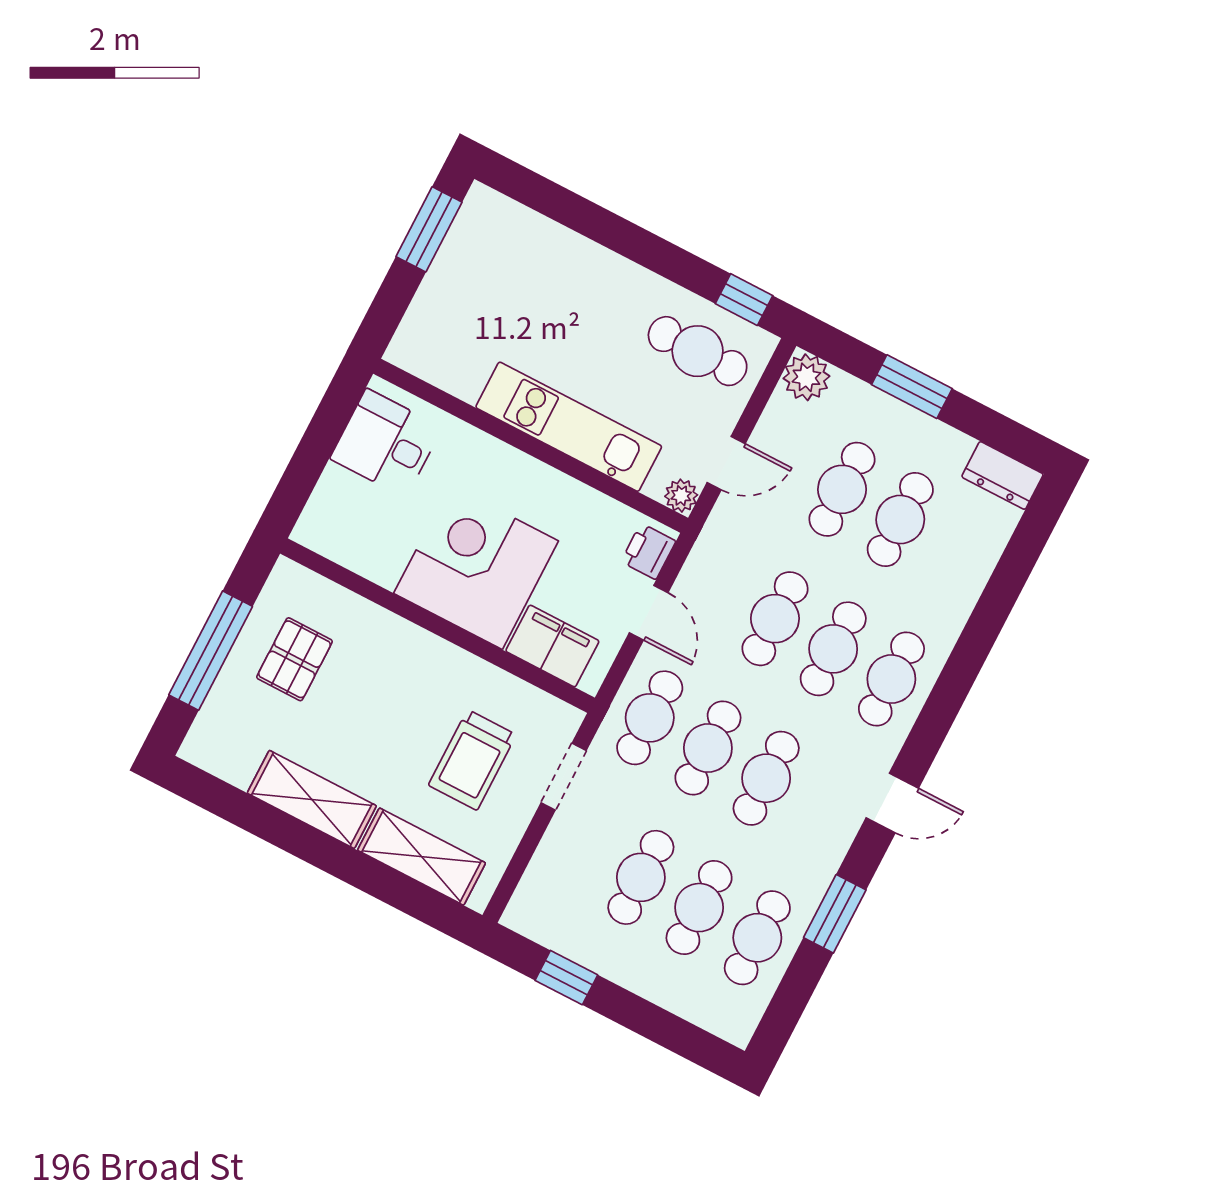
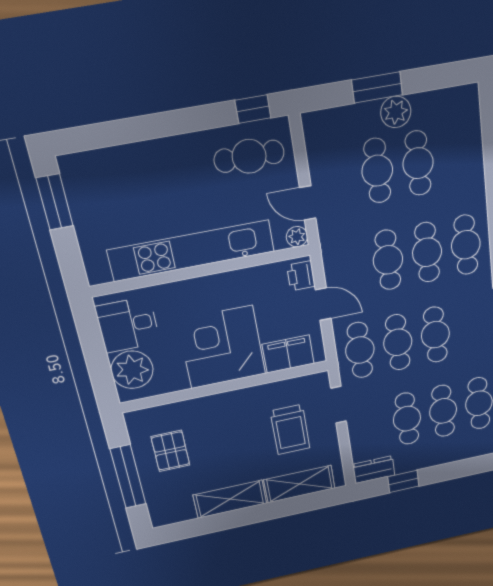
plant: (806, 377) -> (396, 112), moved
kitchen unit: (569, 427) -> (192, 251), width x1.36
door: (726, 463) -> (308, 203), swing flipped
dresser: (1002, 475) -> (374, 470), moved, turned 180
plant: (342, 506) -> (132, 370), added

